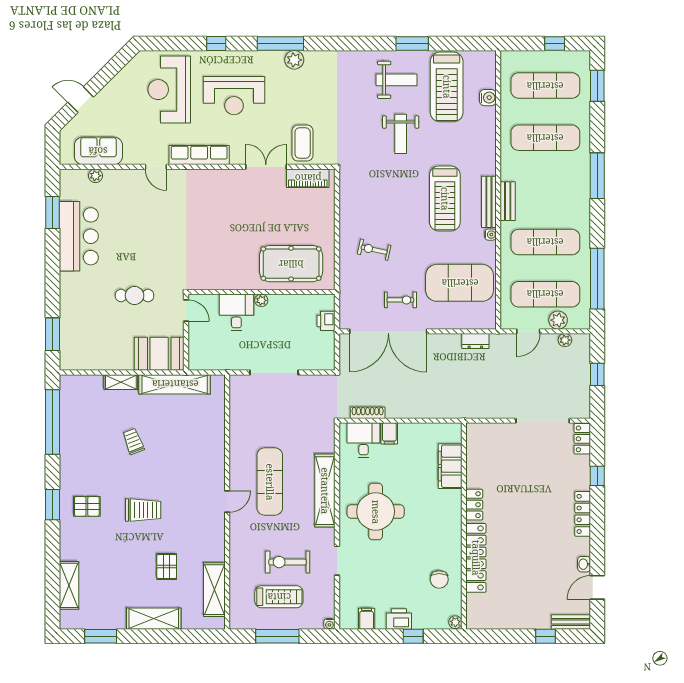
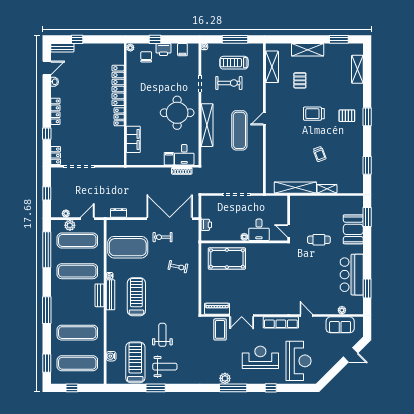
weight bench: (396, 80) -> (165, 367), turned 180
booth: (159, 354) -> (353, 229), moved, turned 90
window: (53, 422) -> (367, 165), width x0.47
chair: (439, 579) -> (146, 57), moved

